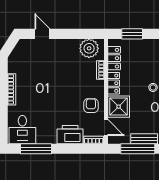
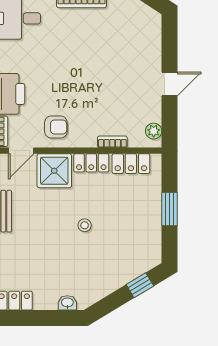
door: (42, 34) -> (169, 84), moved
window: (132, 34) -> (169, 209), moved
plant: (89, 48) -> (154, 131), width x0.53, depth x0.53

